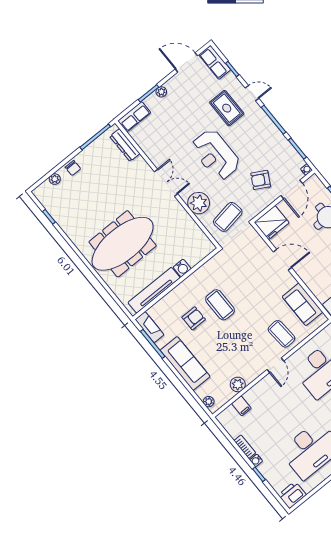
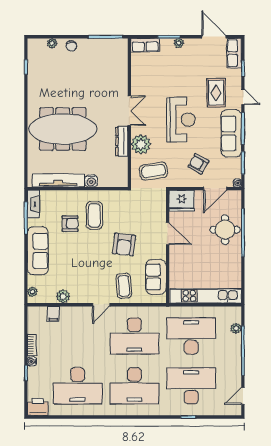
sofa: (267, 132) -> (231, 133), added
dresser: (125, 145) -> (122, 141), moved
reception desk: (216, 155) -> (181, 120), turned 180
armchair: (253, 299) -> (124, 244), added
coffee table: (220, 305) -> (94, 215), moved

